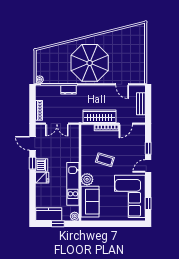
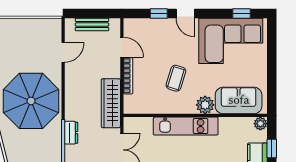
wardrobe: (100, 116) -> (111, 103), moved
kitchen unit: (73, 184) -> (186, 126), moved

